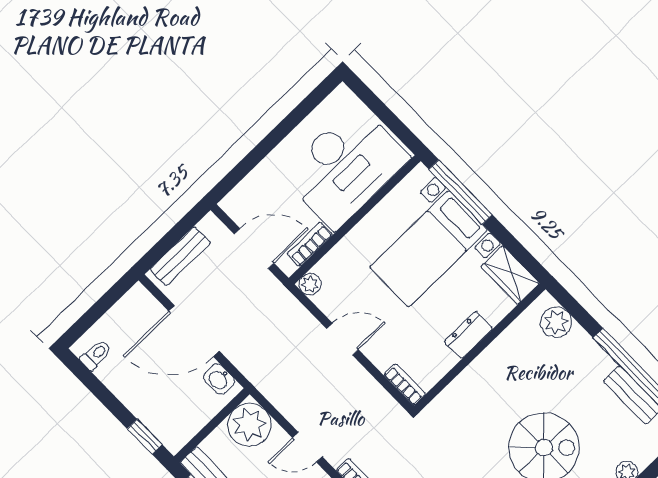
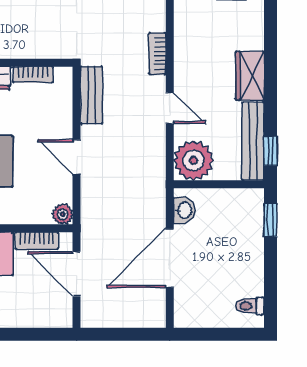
bench: (180, 256) -> (91, 95), moved, turned 90
door: (194, 331) -> (170, 258), swing flipped
bookcase: (405, 385) -> (33, 75), moved, turned -90

